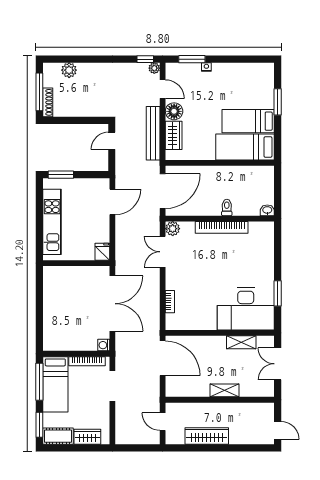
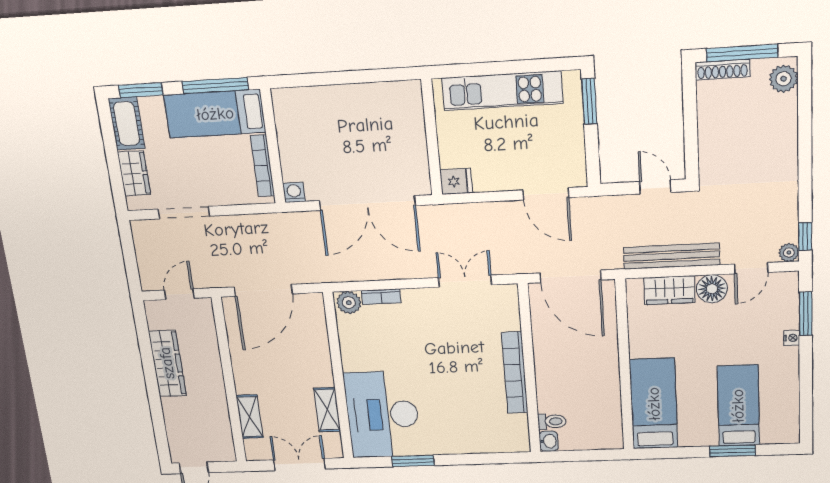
plant: (69, 70) -> (784, 79), moved
bed: (248, 121) -> (738, 406), moved
toilet: (227, 208) -> (552, 421), moved
plant: (173, 229) -> (349, 303), moved
door: (163, 358) -> (263, 290), moved
doorway: (112, 386) -> (184, 213), moved
shelving: (225, 390) -> (250, 417), moved

